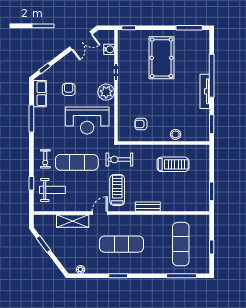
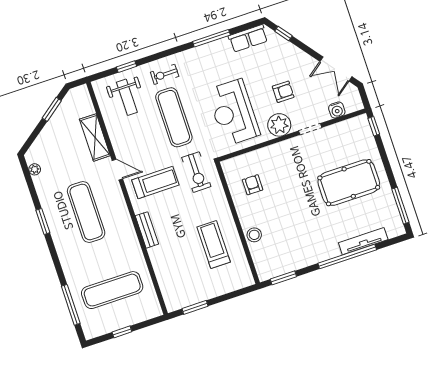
armchair: (69, 89) -> (283, 92), moved
tv unit: (205, 91) -> (363, 241), moved
exercise bike: (119, 160) -> (196, 172), turned 180
treadmill: (173, 164) -> (214, 245), turned 180

